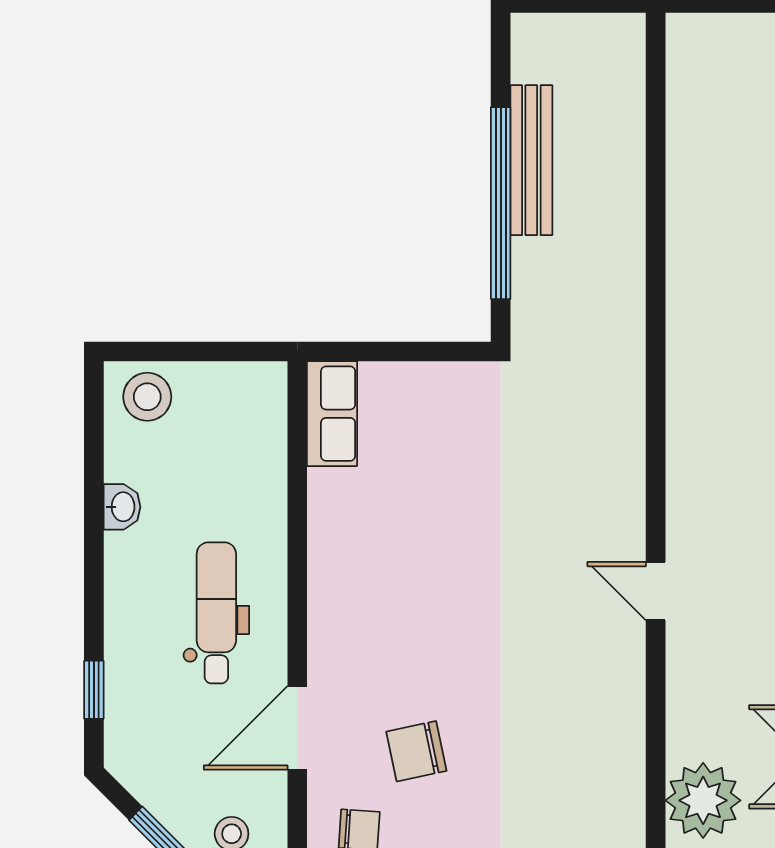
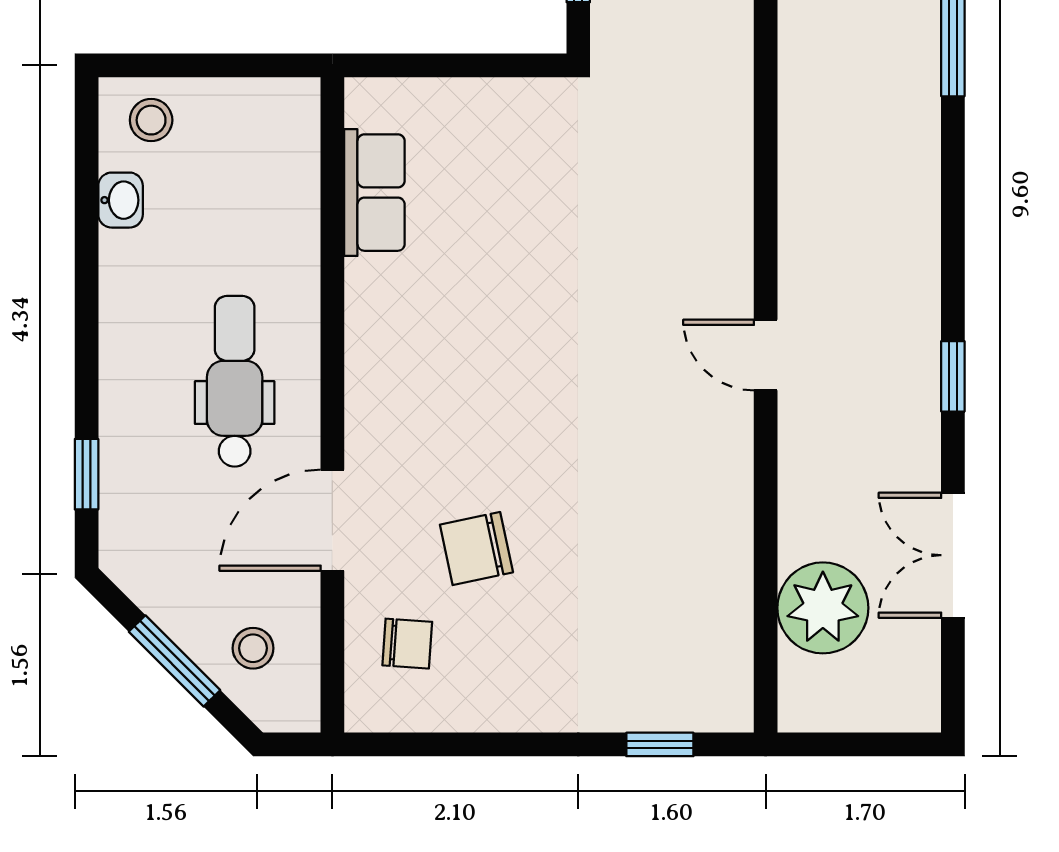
stool: (147, 397) -> (151, 120), width x0.73, depth x0.73
row of seats: (332, 414) -> (374, 193), moved
washbasin: (122, 507) -> (121, 200), moved

